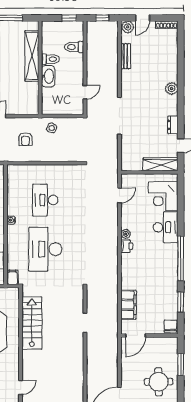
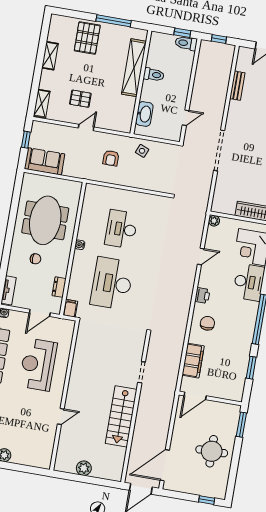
plant: (128, 27) -> (245, 54), removed
toilet: (74, 47) -> (186, 43), moved
washbasin: (48, 76) -> (144, 114), moved
door: (119, 195) -> (201, 257), moved
plant: (126, 234) -> (214, 221), moved
stairs: (32, 323) -> (121, 416), moved, turned 180
chair: (170, 326) -> (207, 323), moved
window: (181, 365) -> (241, 425), moved
door: (21, 387) -> (61, 416), moved

